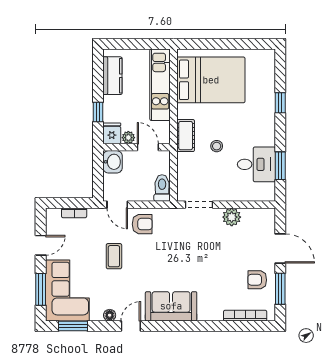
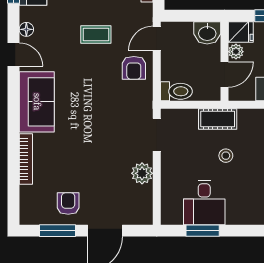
cot: (186, 136) -> (218, 119), moved
bookcase: (245, 316) -> (26, 159), moved

